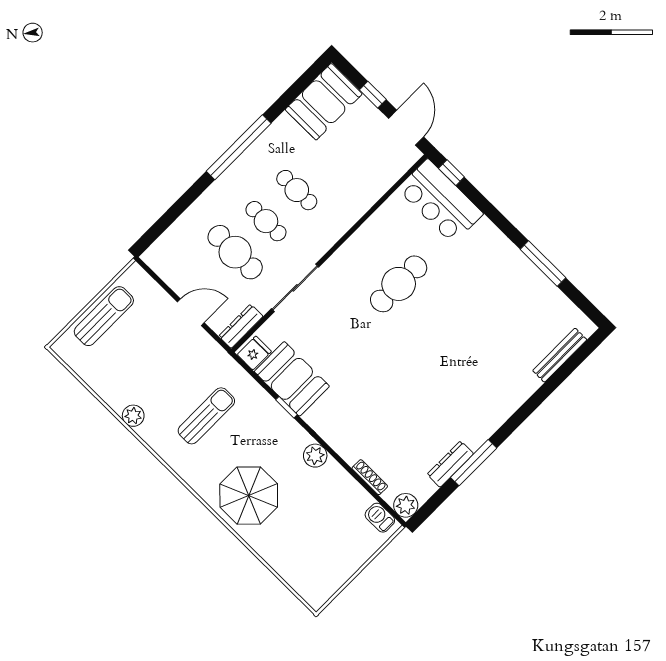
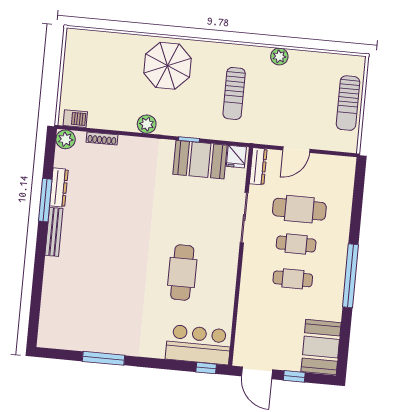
bench: (560, 355) -> (54, 232), moved

